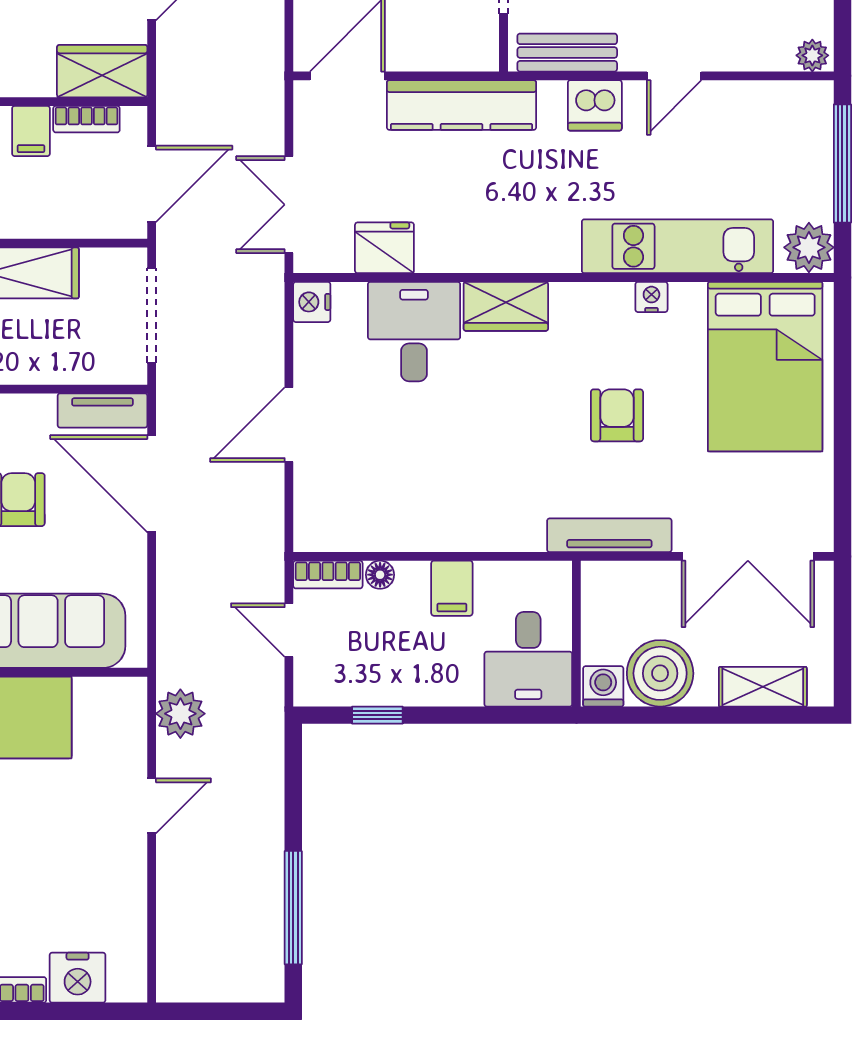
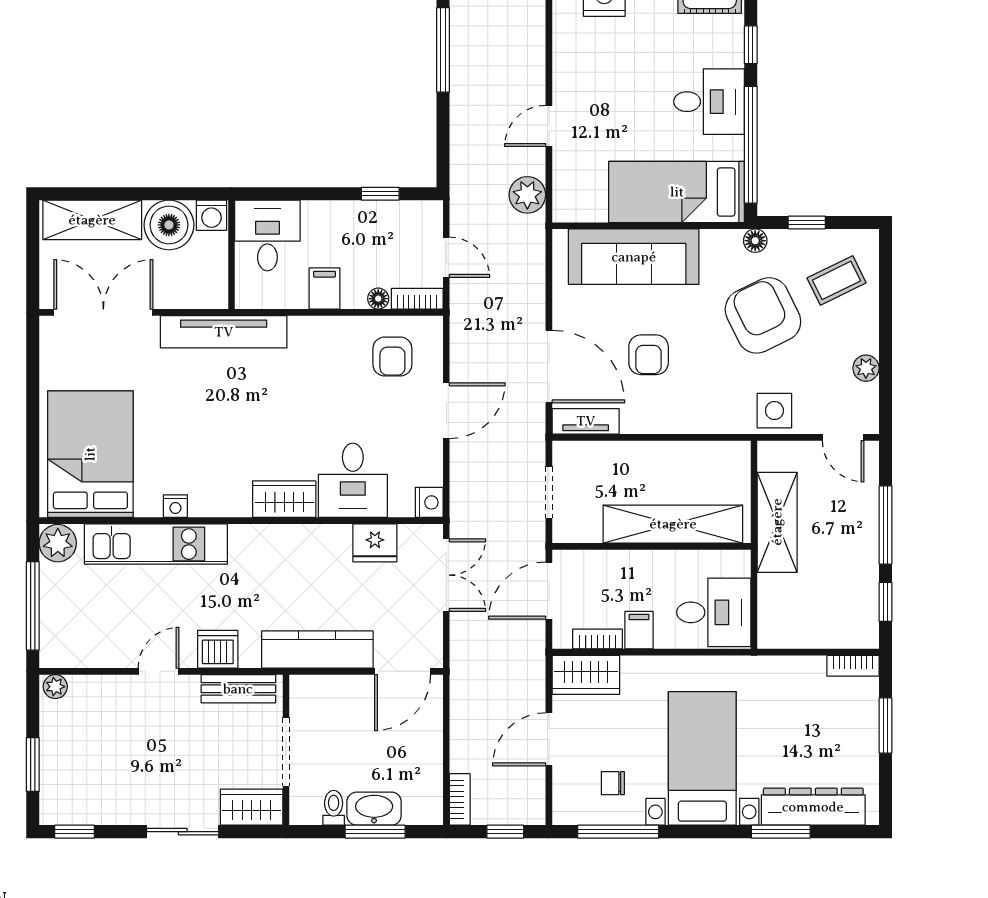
doorway: (152, 316) -> (549, 492), width x0.73
armchair: (617, 415) -> (392, 356), moved
tv unit: (609, 535) -> (224, 332), width x1.36, depth x1.29
shelving: (763, 687) -> (92, 220), width x1.50, depth x1.33

